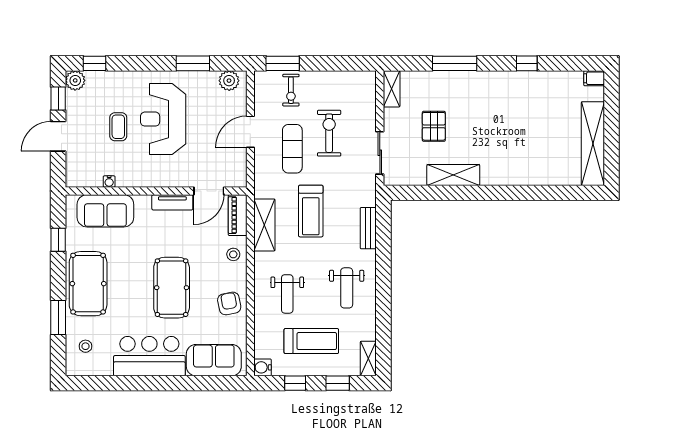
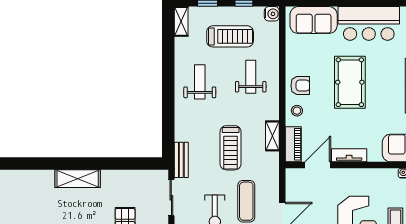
shelving: (453, 175) -> (78, 179), moved
treadmill: (311, 211) -> (231, 148), turned 180
shelving: (264, 225) -> (272, 136), width x0.67, depth x0.75
bench: (368, 228) -> (181, 160), moved
armchair: (229, 303) -> (300, 86), moved, turned -79
treadmill: (311, 341) -> (230, 36), turned 180

